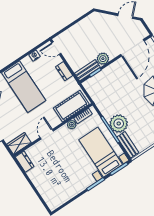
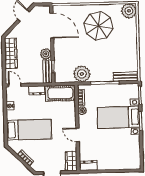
wardrobe: (83, 26) -> (11, 53), added
door: (56, 48) -> (15, 85), swing flipped
cot: (71, 106) -> (60, 93), moved, turned 90
plant: (119, 124) -> (82, 74), moved
bed with nightstands: (101, 152) -> (118, 117), moved

